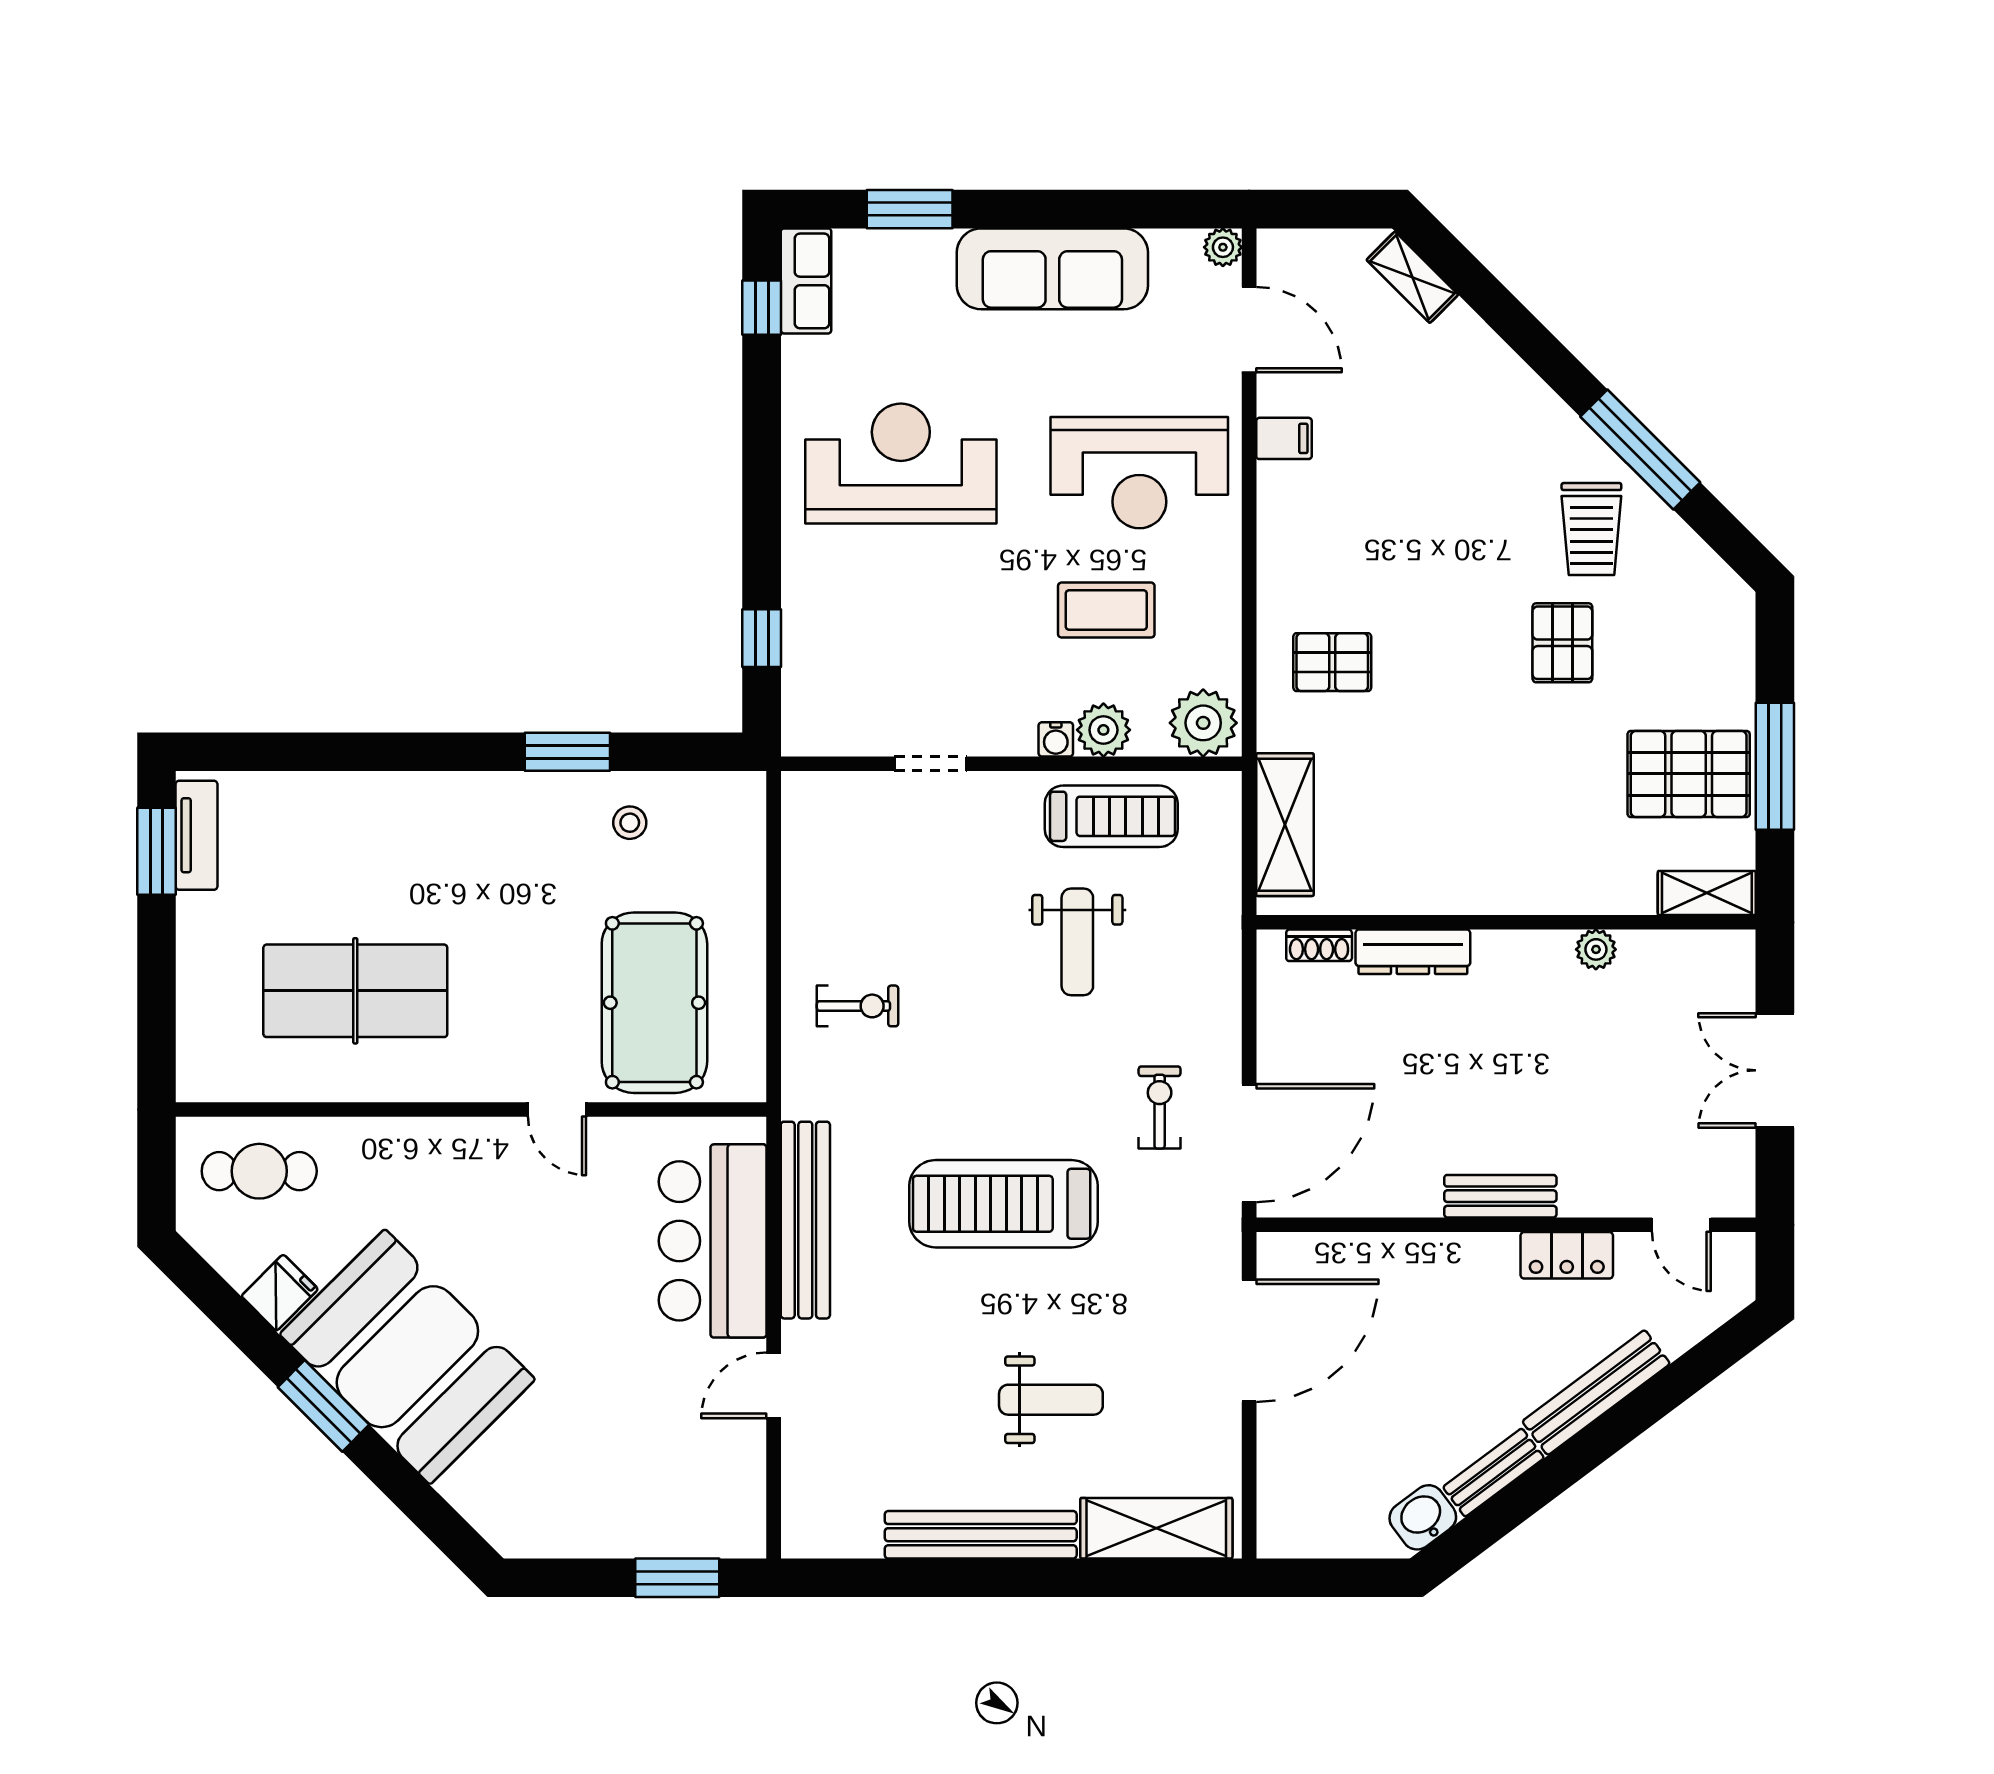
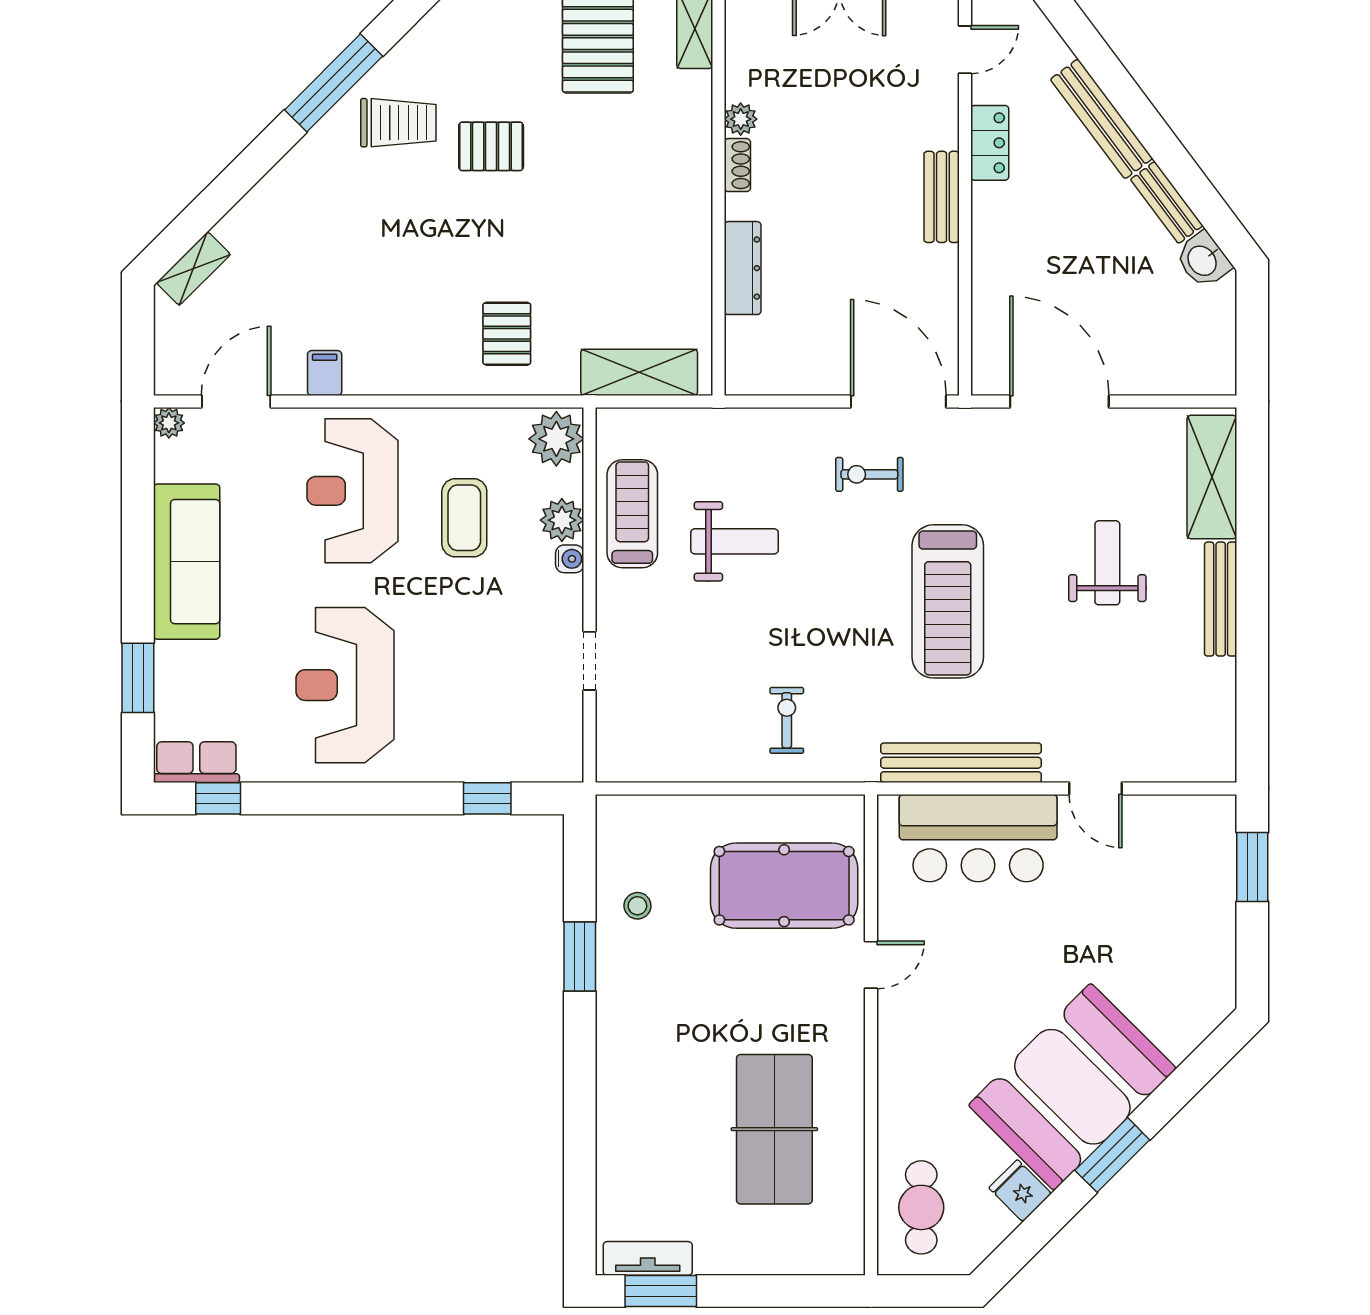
reception desk: (1139, 473) -> (352, 491), turned 180
shoe rack: (1319, 945) -> (737, 165), moved
bench: (981, 1535) -> (1221, 599), width x0.73, depth x0.82

